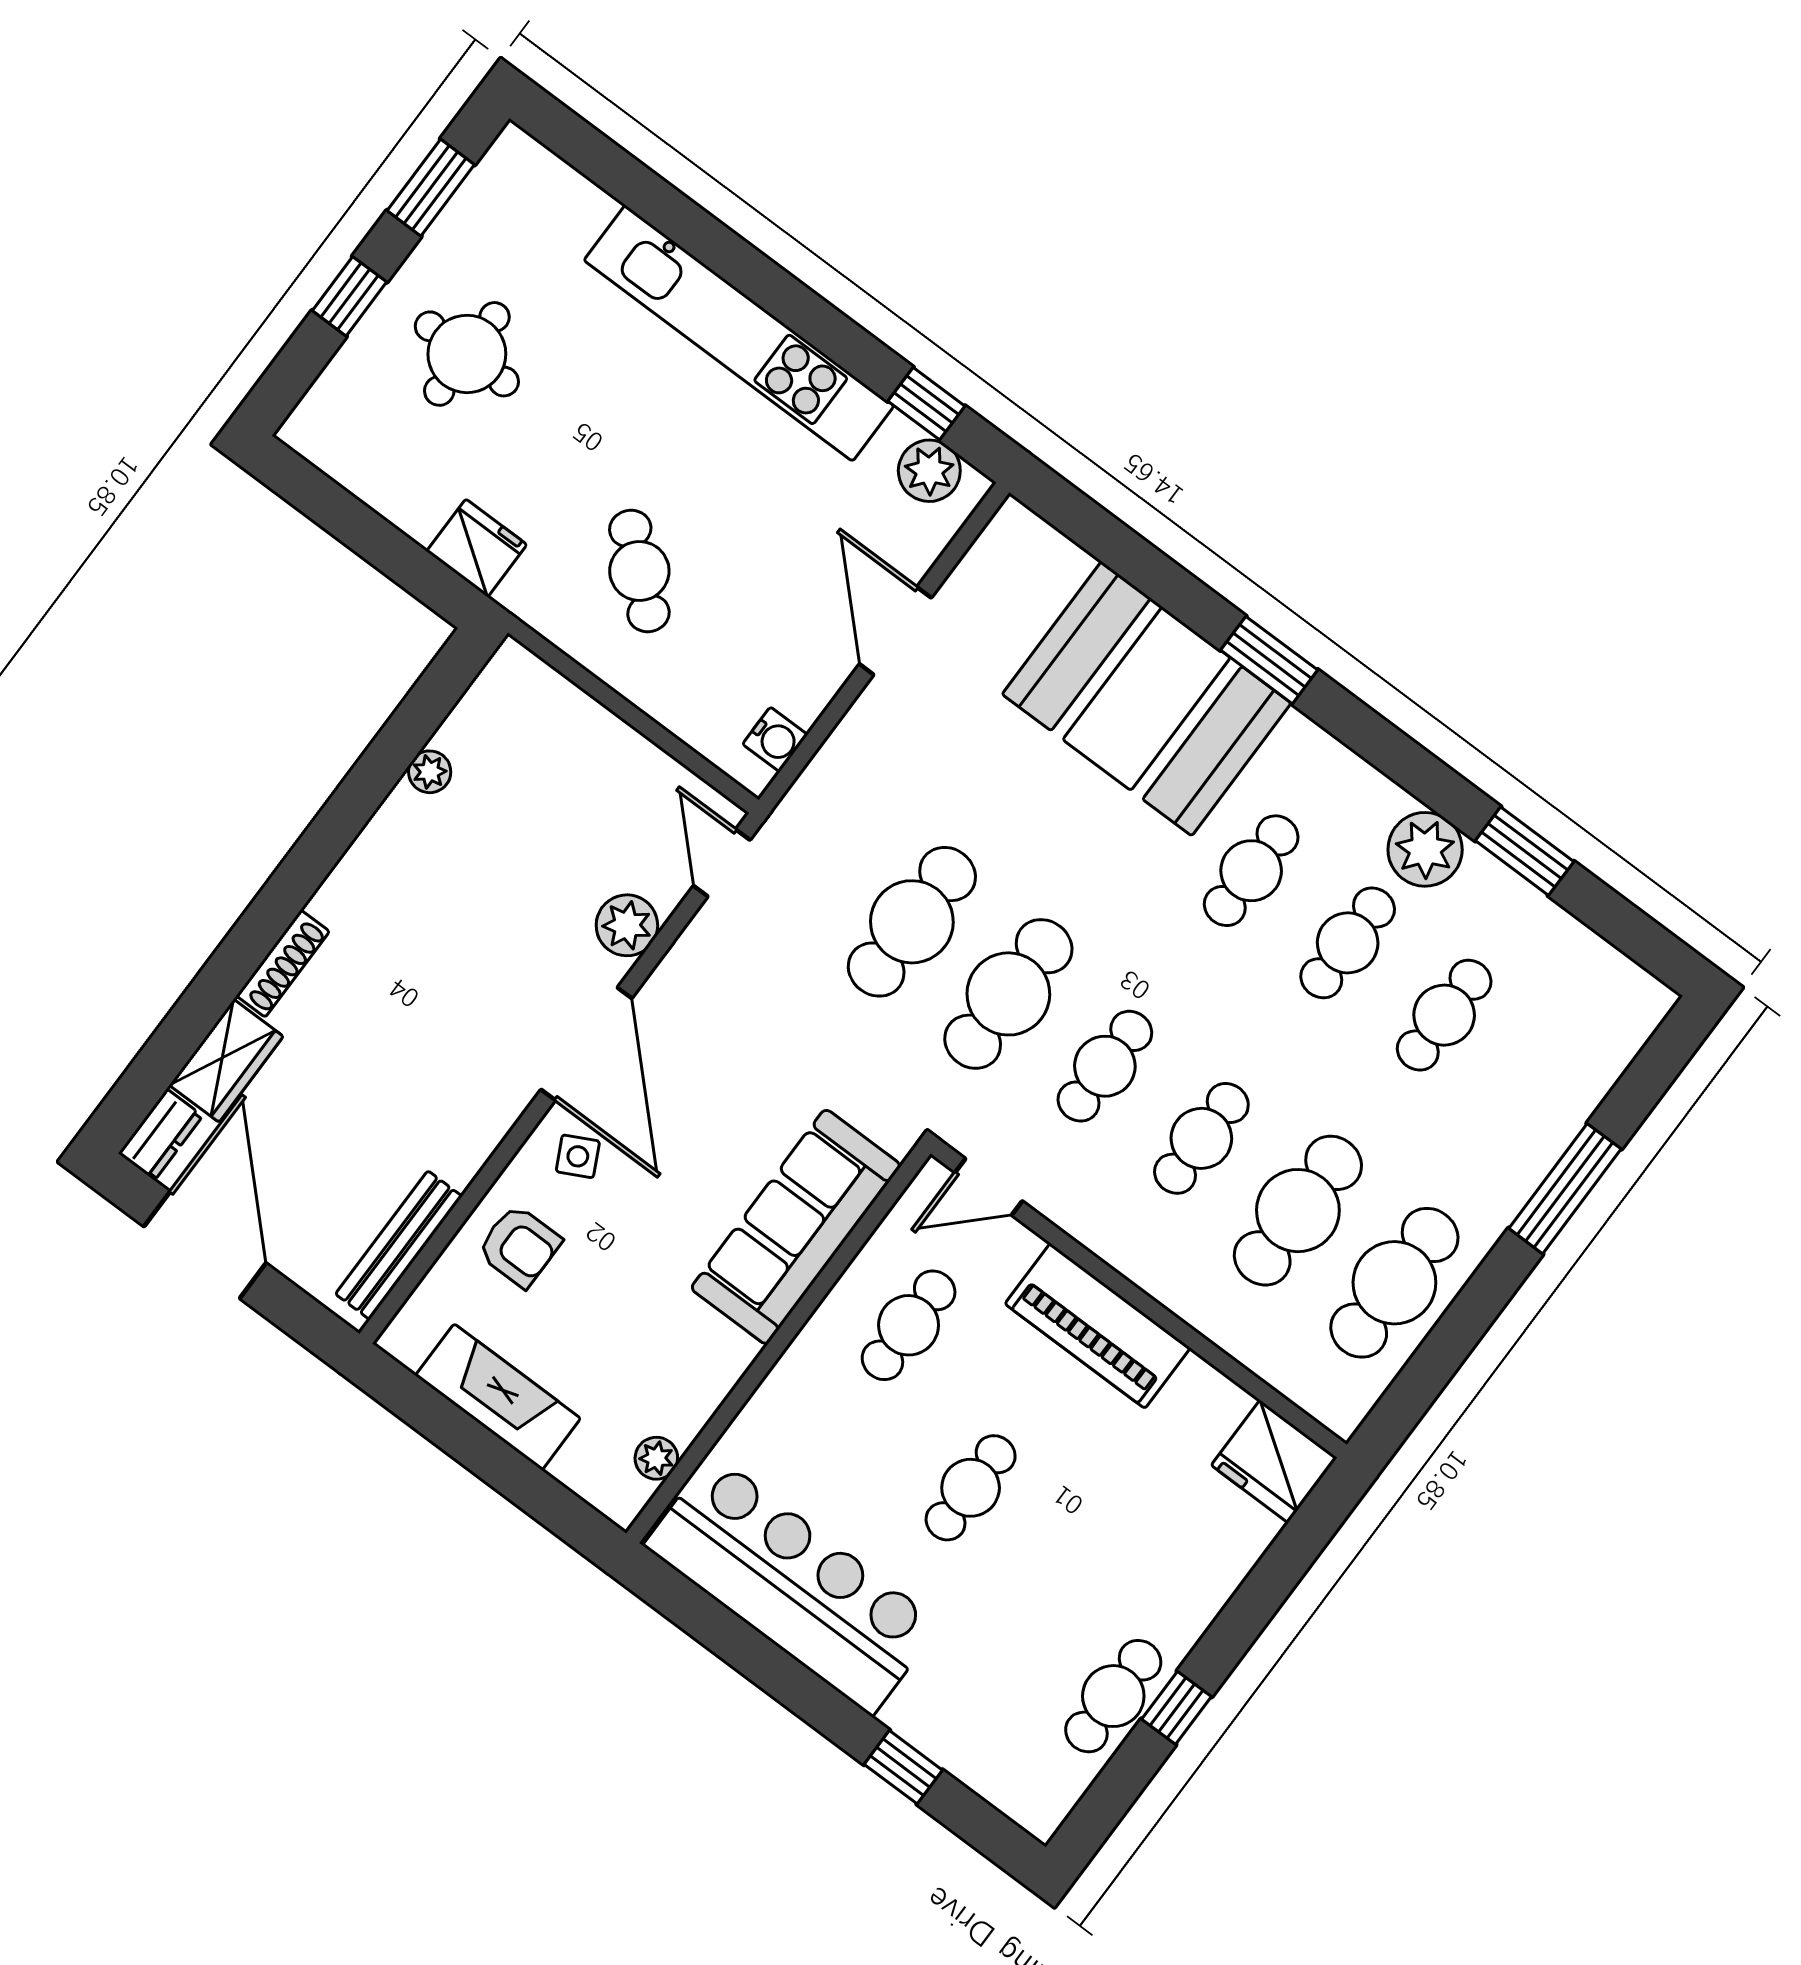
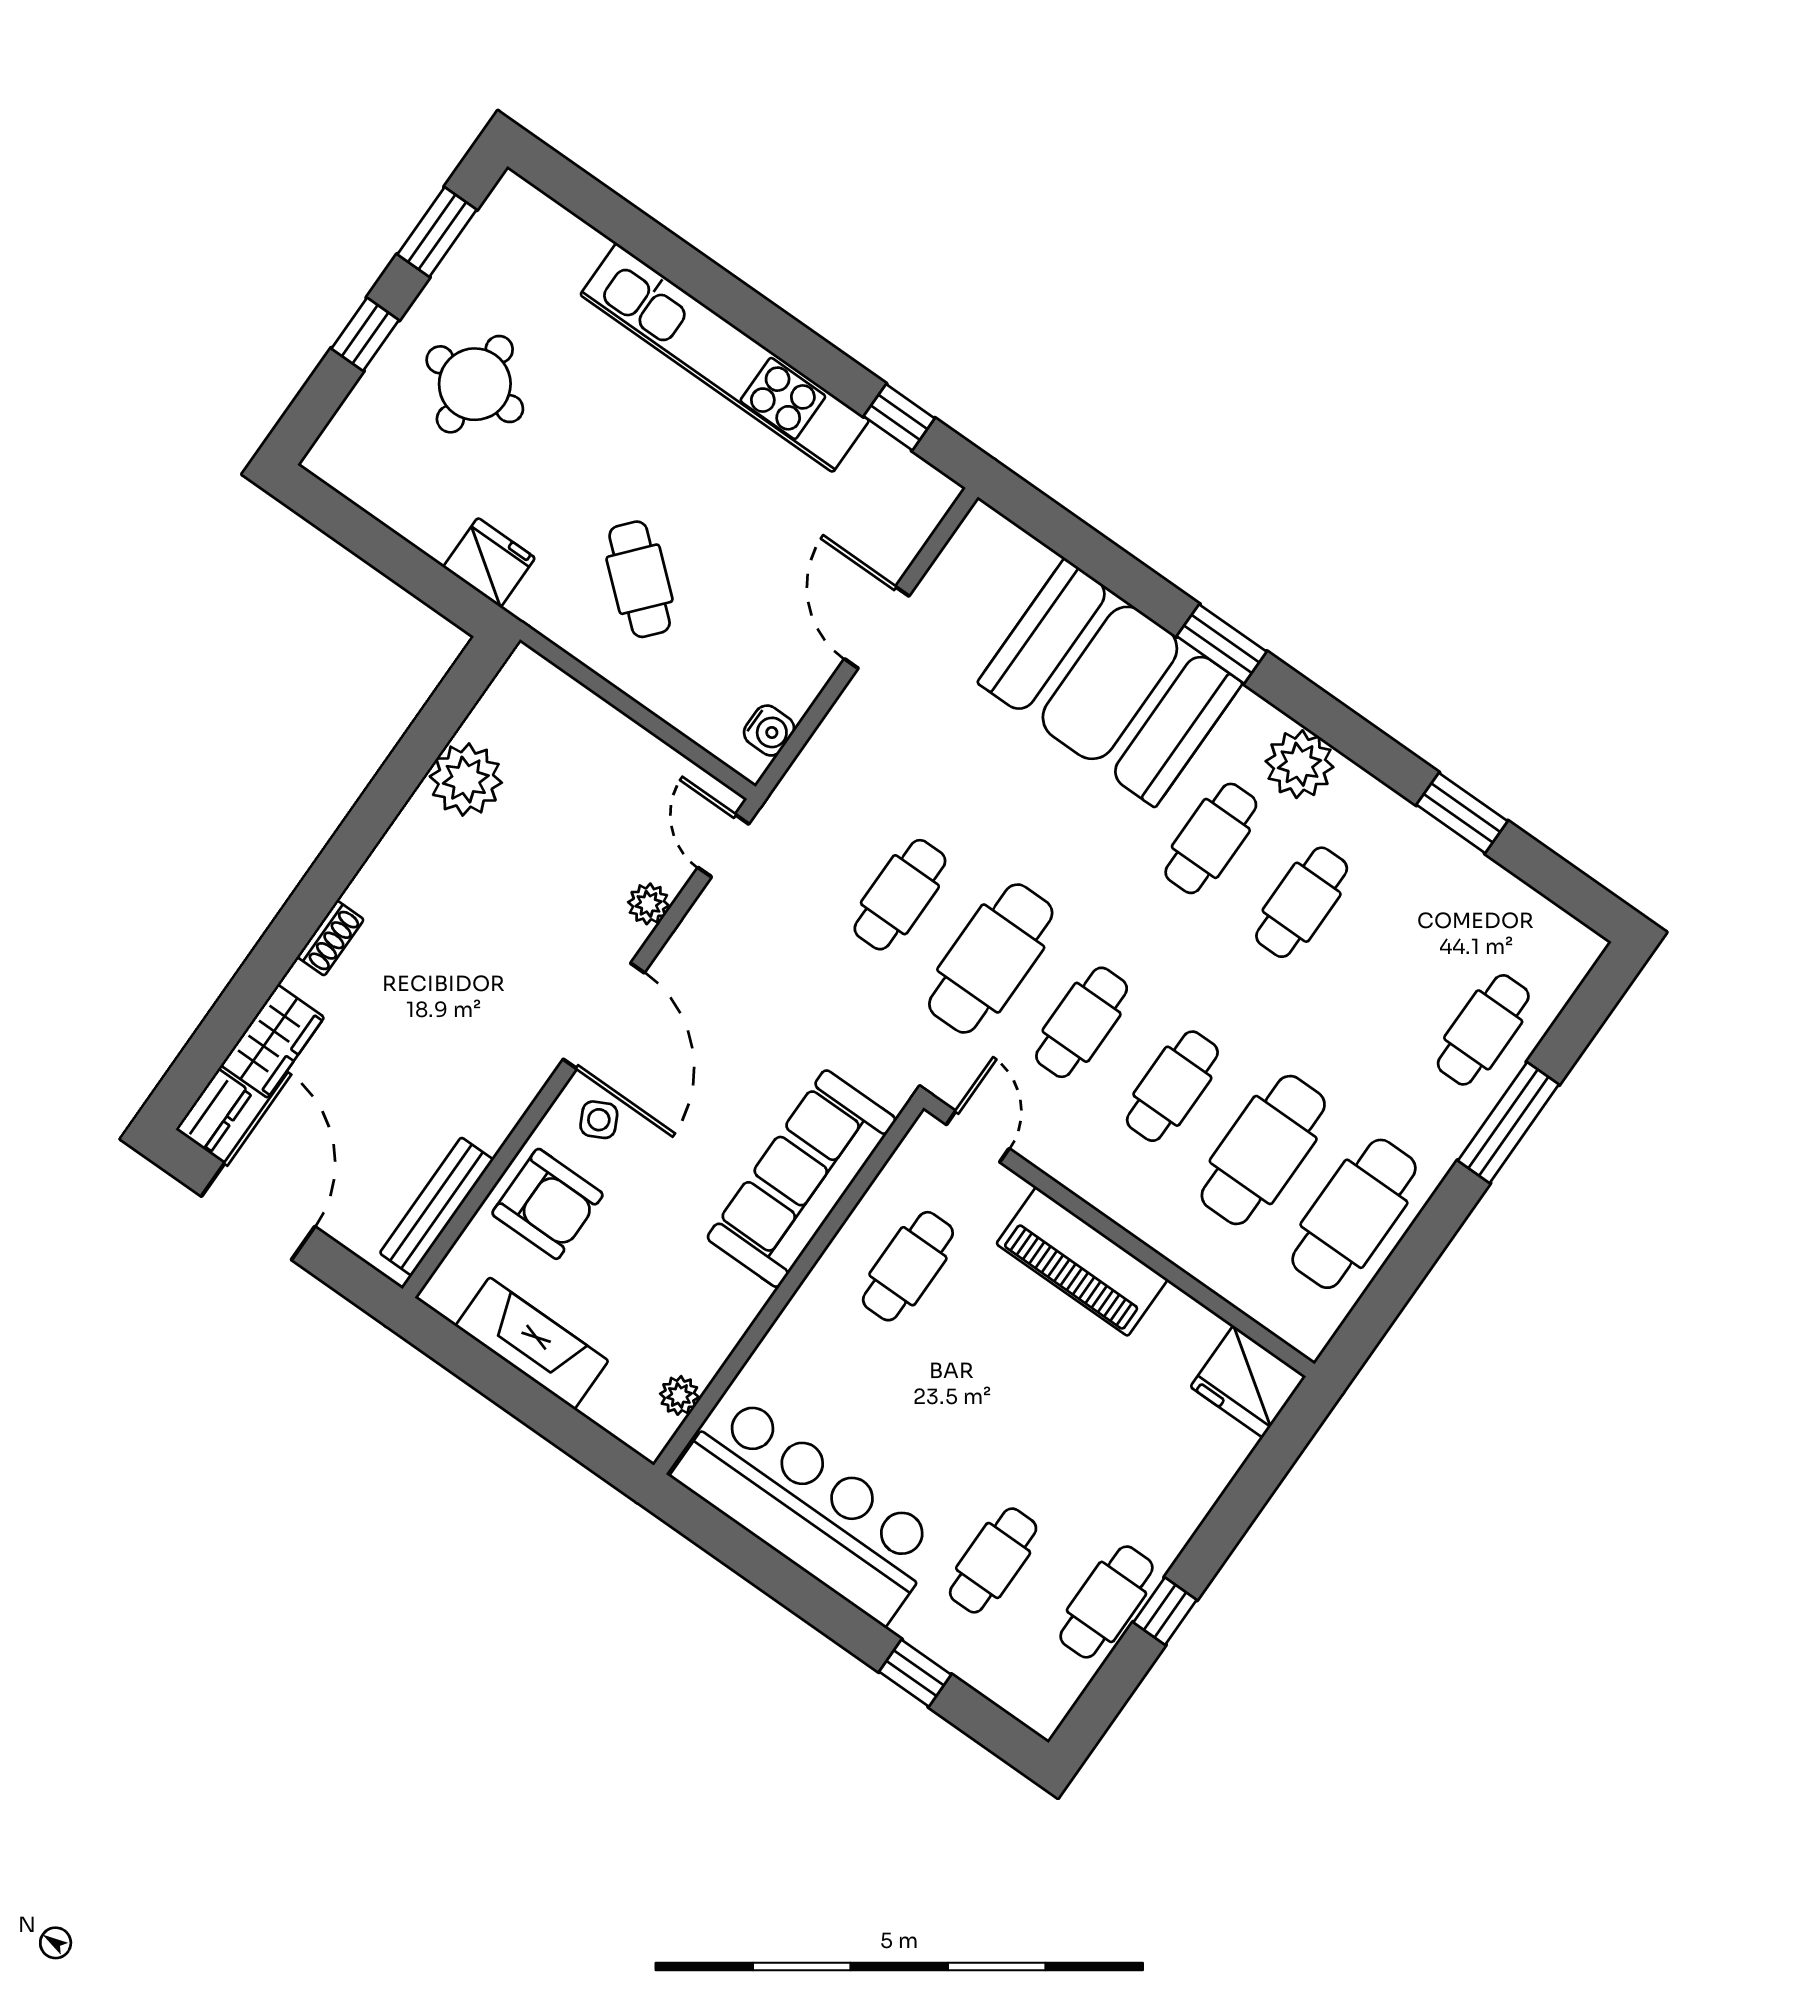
plant: (929, 471) -> (904, 479), removed
plant: (430, 772) -> (466, 780), width x1.88, depth x1.88
plant: (1425, 849) -> (1300, 764), moved
cafe table: (912, 922) -> (900, 895), width x0.73, depth x0.74
plant: (627, 925) -> (648, 904), width x0.73, depth x0.73
shoe rack: (283, 964) -> (331, 938), width x0.70
cafe table: (1444, 1015) -> (1483, 1030), moved
door: (989, 1187) -> (978, 1137), swing flipped
armchair: (519, 1246) -> (547, 1204), width x1.38, depth x1.38
cafe table: (971, 1488) -> (993, 1560), moved

